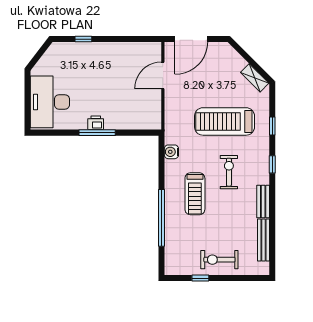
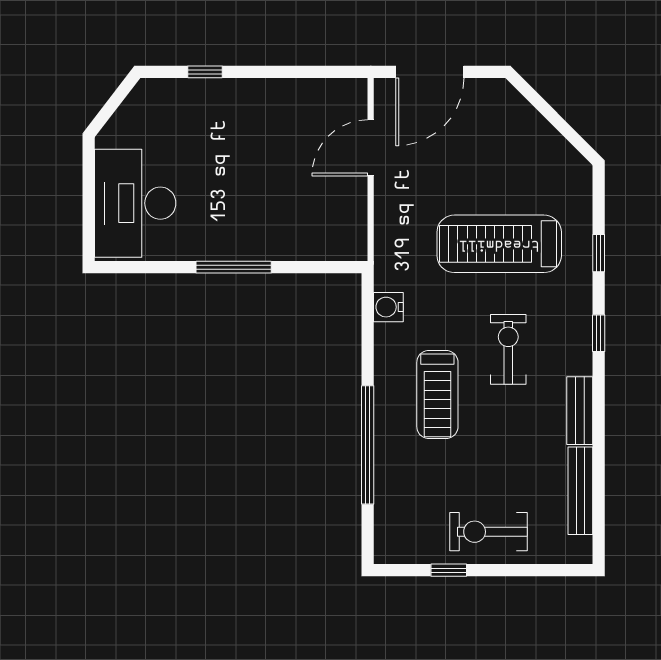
shelving: (255, 78) -> (562, 153), removed
printer: (96, 123) -> (231, 246), removed

